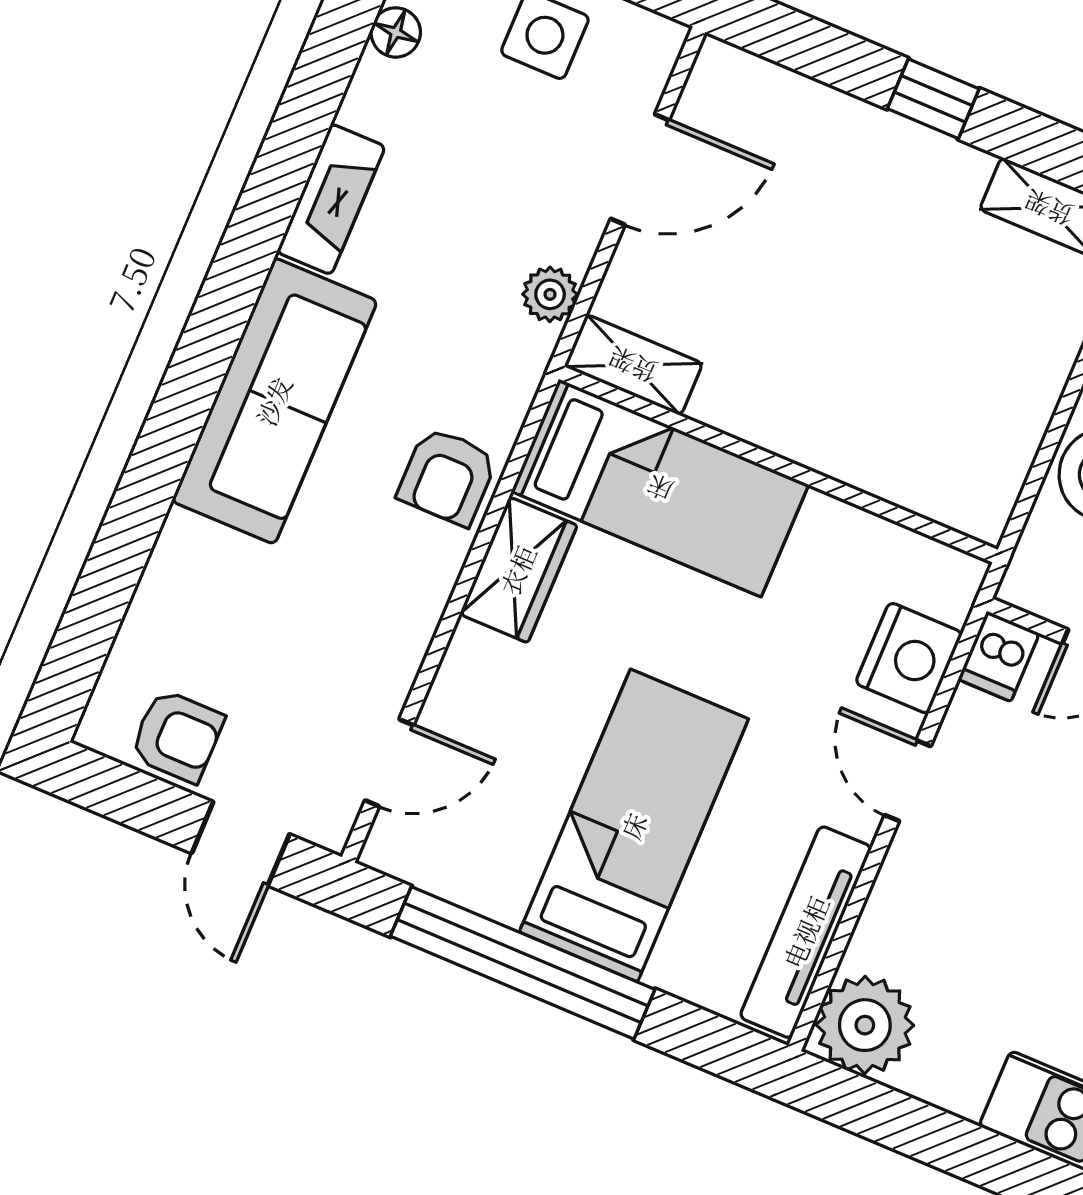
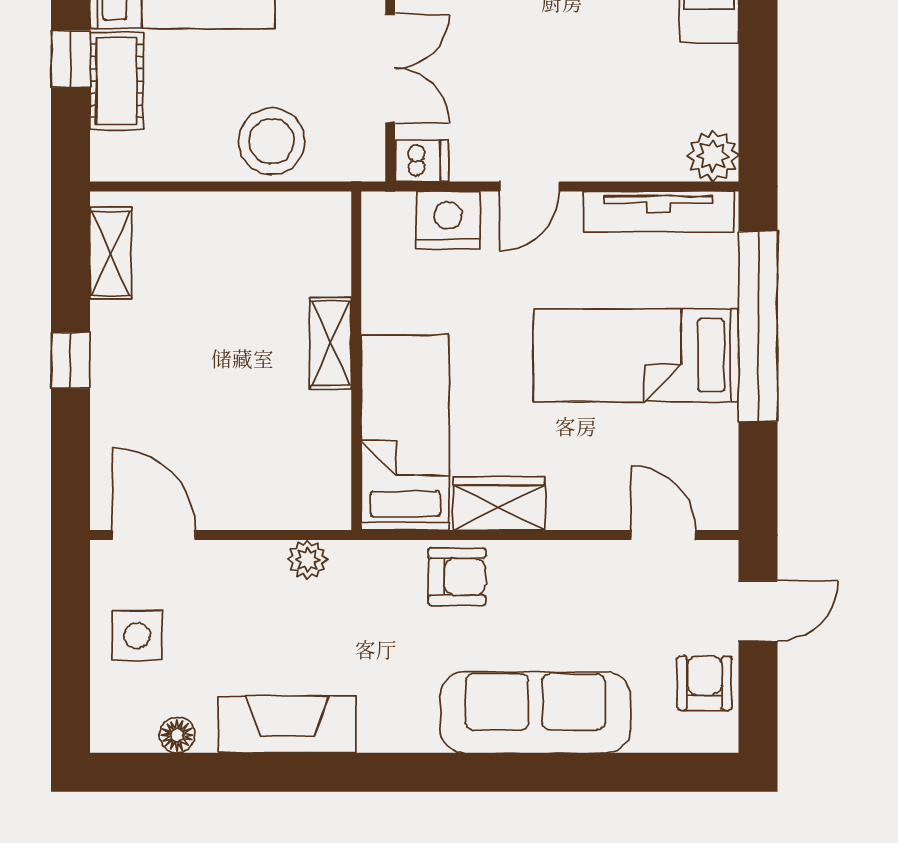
door: (640, 170) -> (154, 535), moved
fireplace: (331, 199) -> (287, 725), width x1.37, depth x1.32
shelving: (633, 365) -> (331, 343), moved
sofa: (274, 401) -> (535, 712), moved
window: (523, 963) -> (758, 326), moved
plant: (865, 1025) -> (713, 156), width x0.73, depth x0.73

